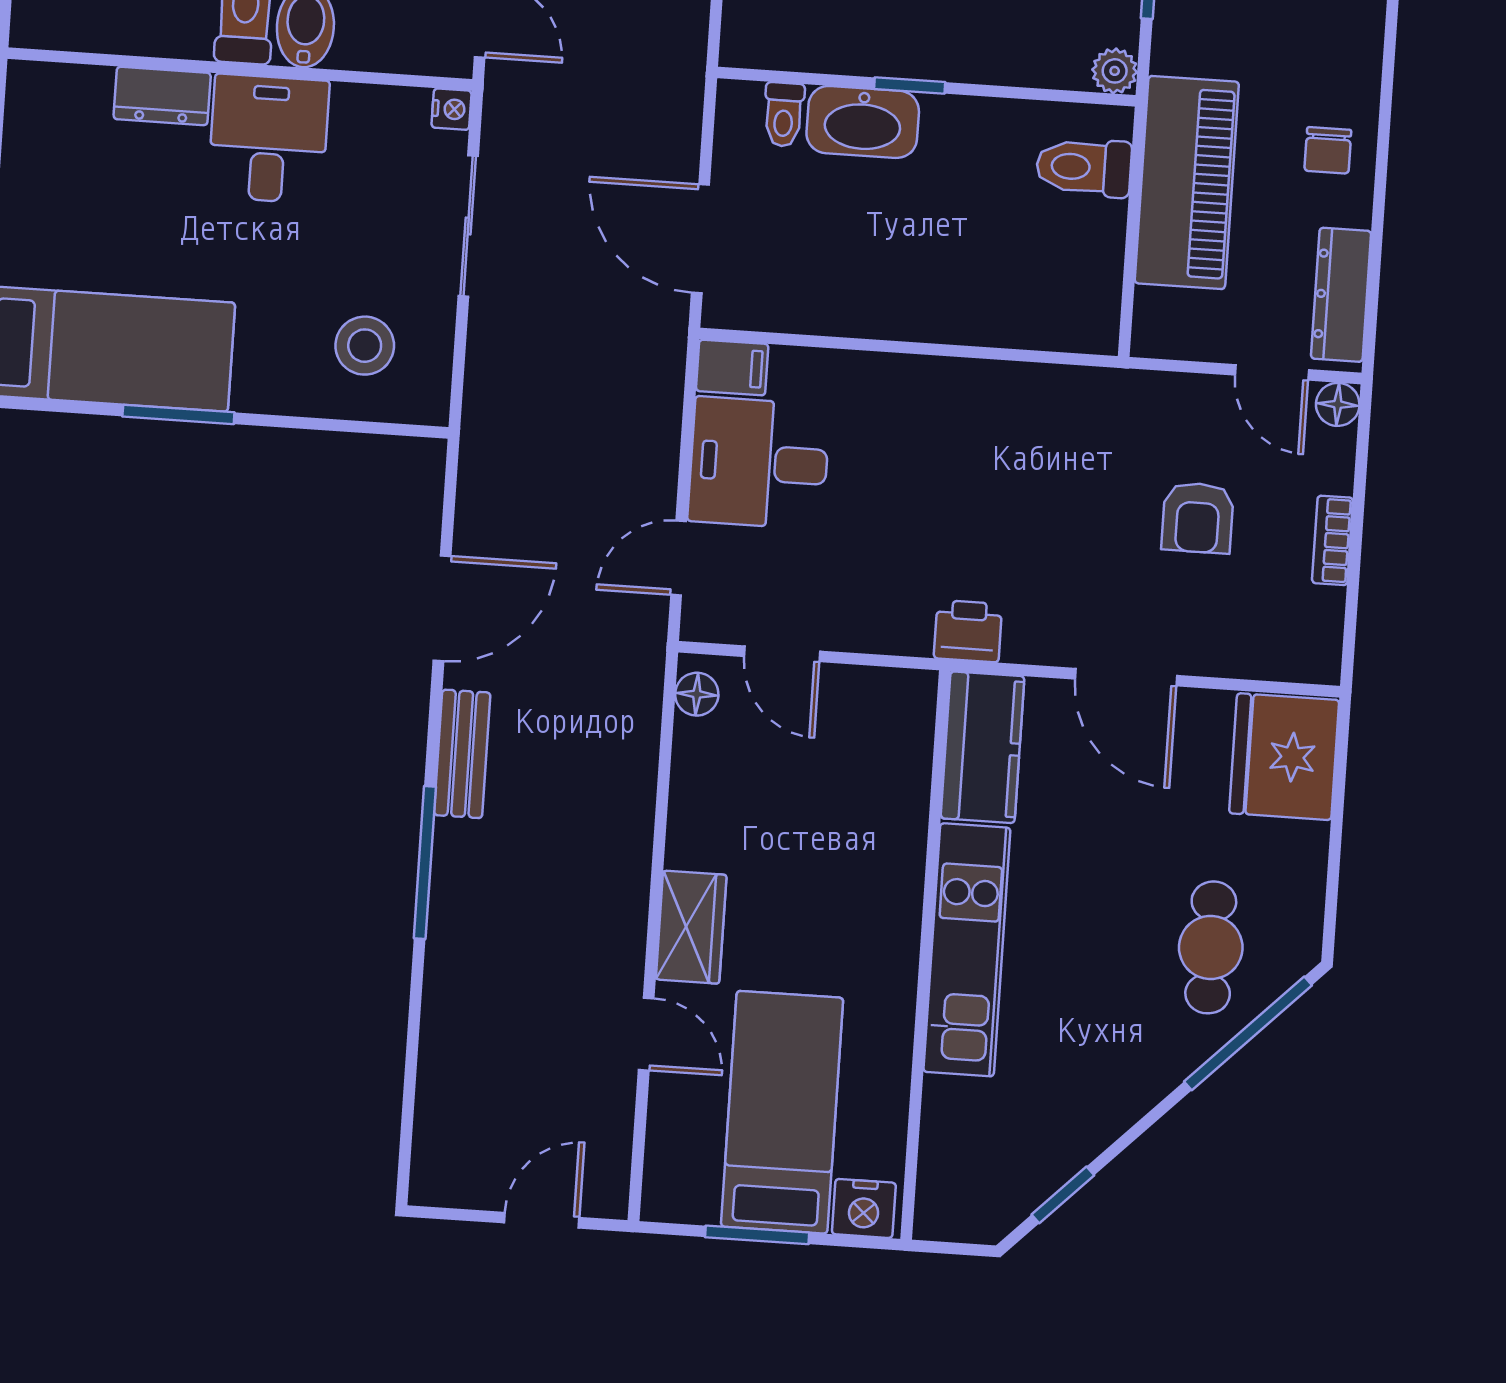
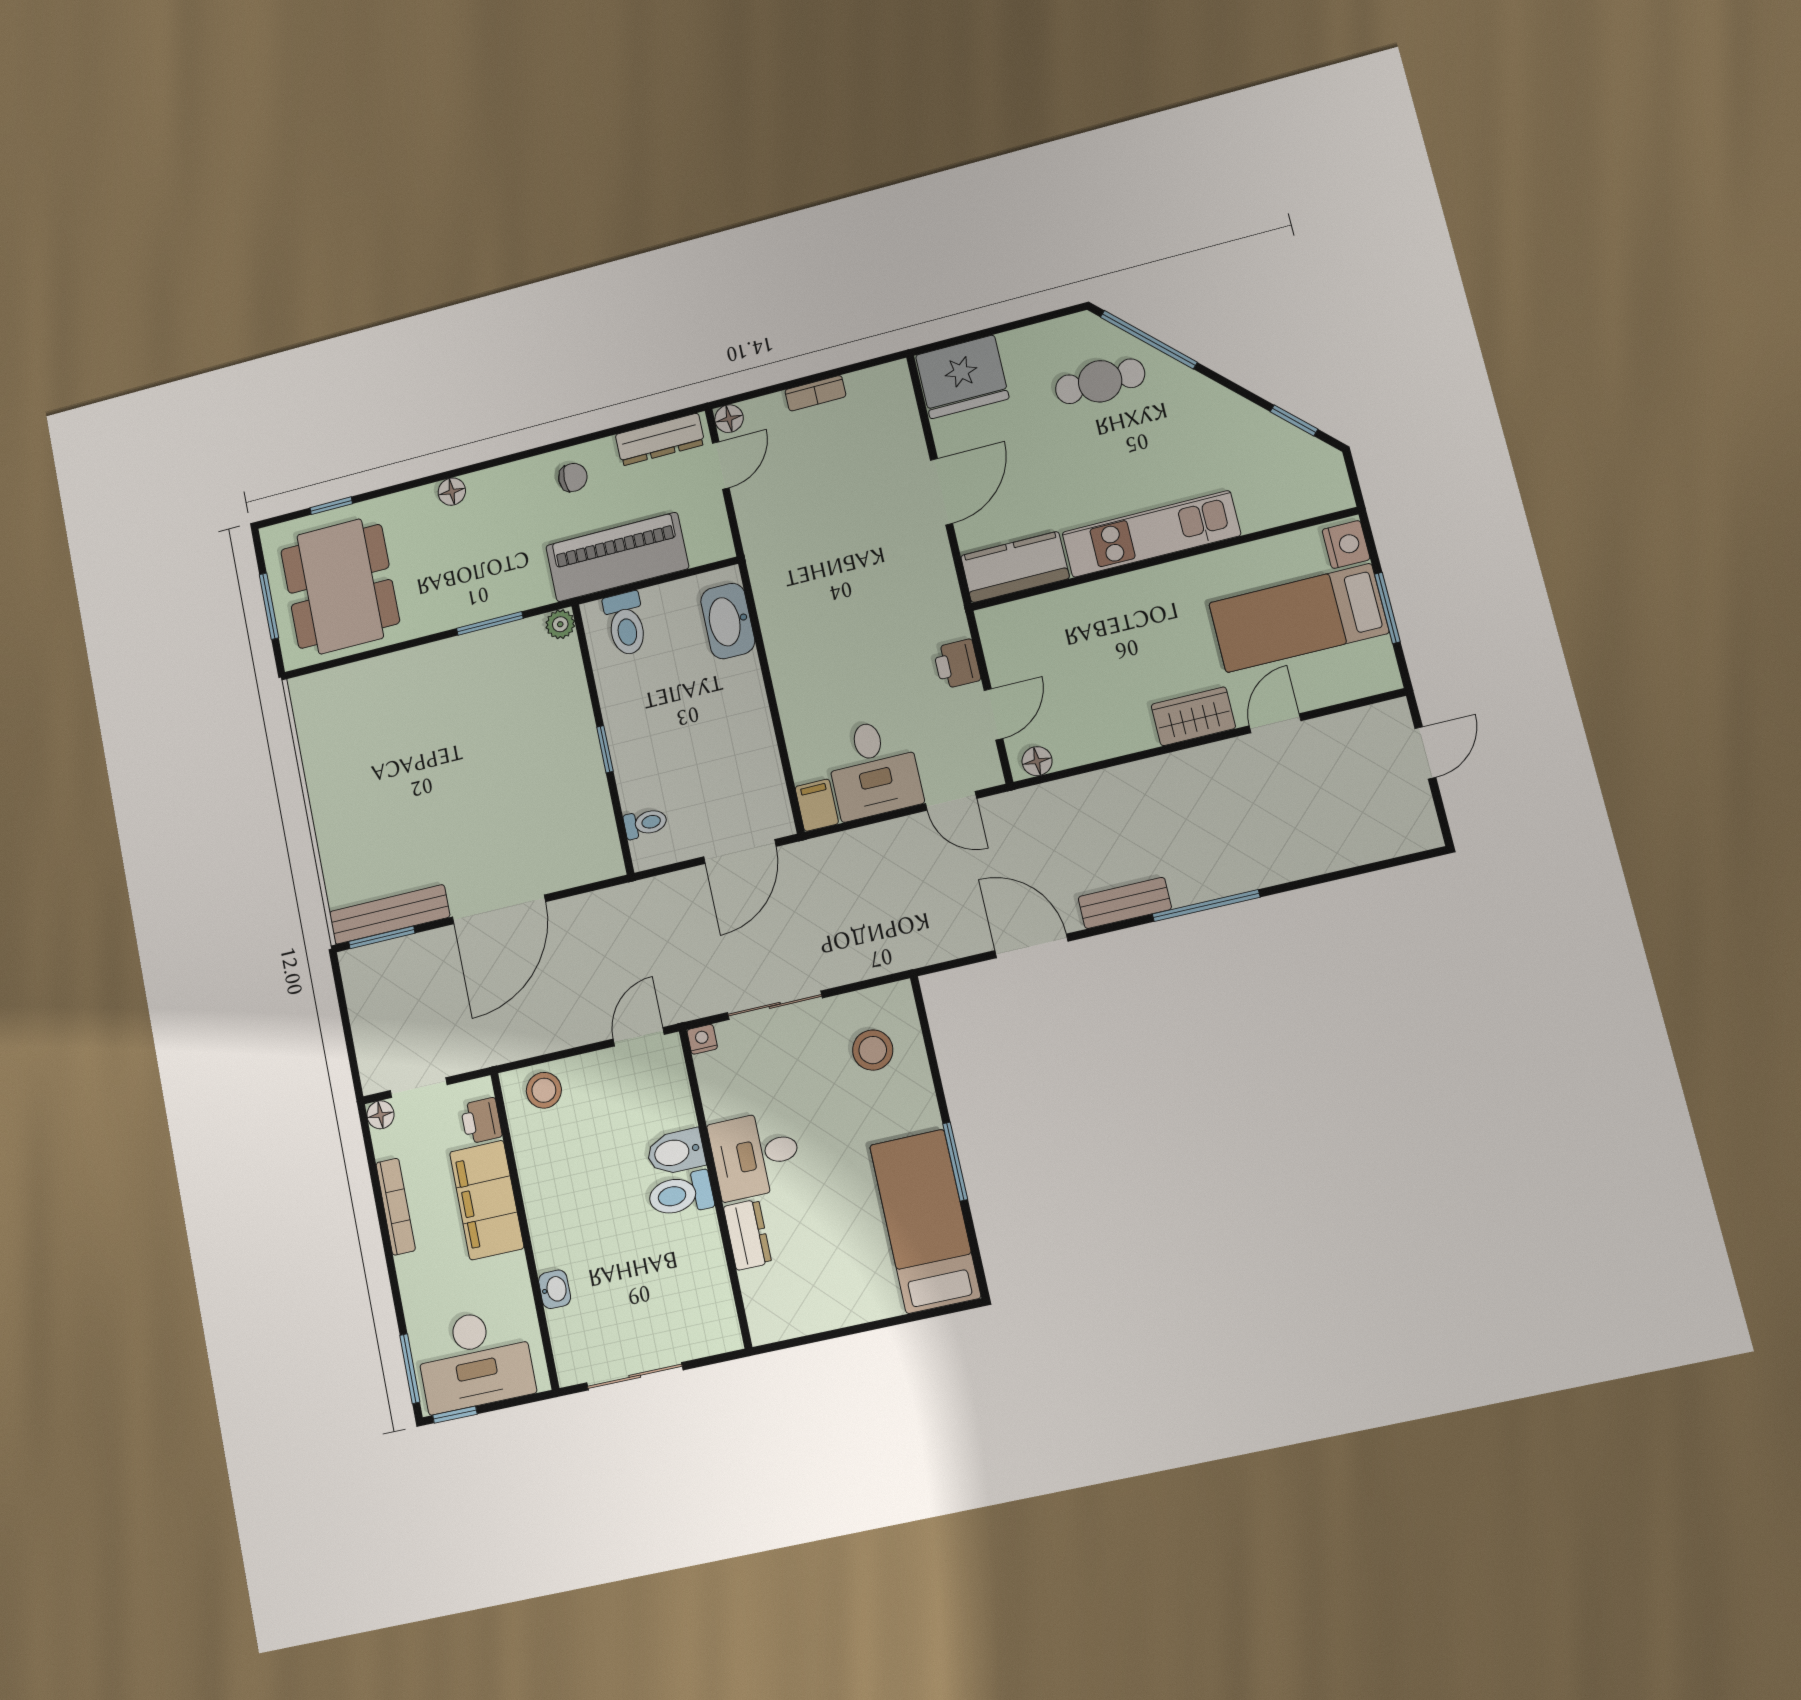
washbasin: (863, 122) -> (728, 621), moved, turned 180
armchair: (1198, 518) -> (826, 481), removed
printer: (968, 631) -> (957, 664), moved
door: (542, 1220) -> (1425, 753), swing flipped

